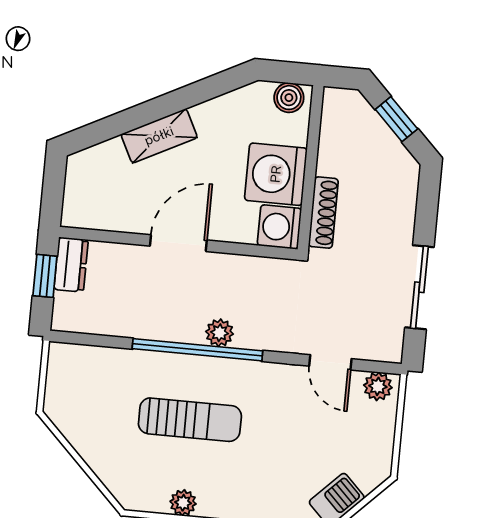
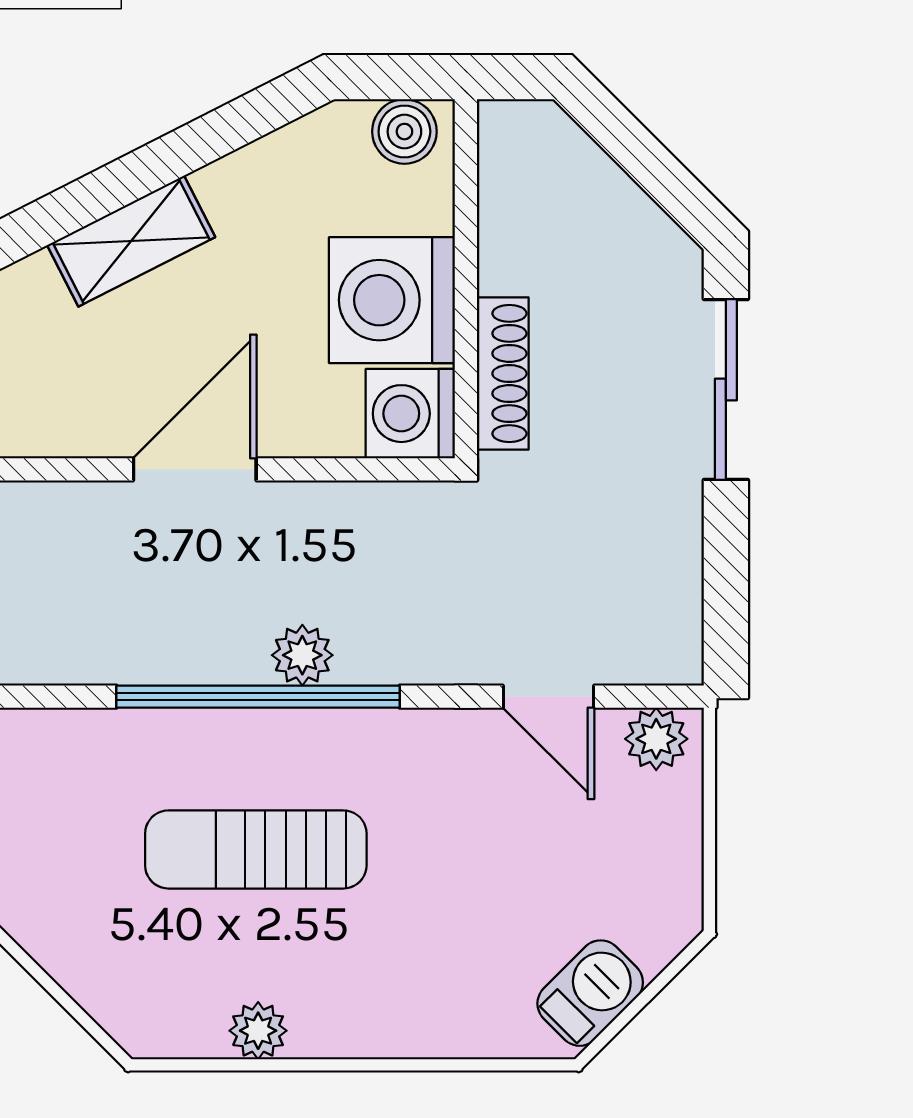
window: (396, 119) -> (642, 156), removed
sliding door: (419, 287) -> (726, 389), moved
sun lounger: (190, 420) -> (256, 849), turned 180

